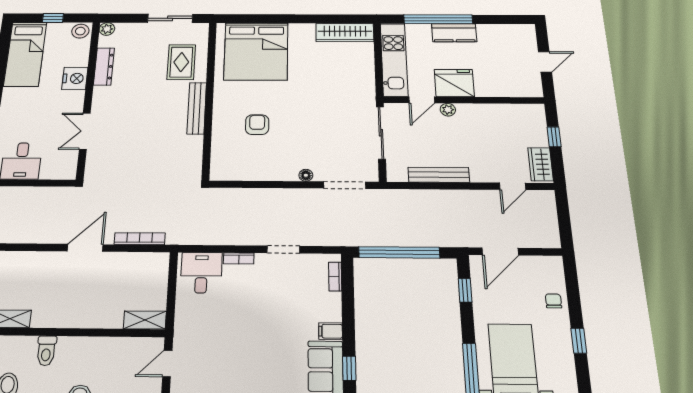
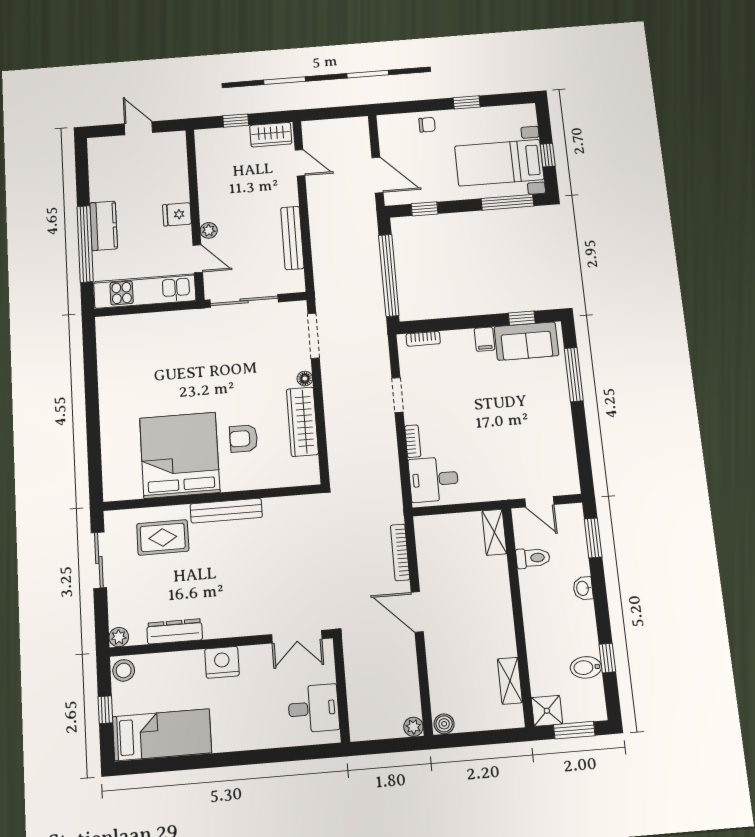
wardrobe: (345, 33) -> (302, 422), moved, turned 180
bed: (256, 51) -> (180, 455), moved, turned -90
nightstand: (75, 78) -> (222, 662), moved
fridge: (454, 83) -> (177, 214), width x0.53, depth x0.75
double door: (85, 131) -> (297, 637), moved
chair: (553, 301) -> (427, 125), turned 180
toilet: (46, 351) -> (533, 558), moved

